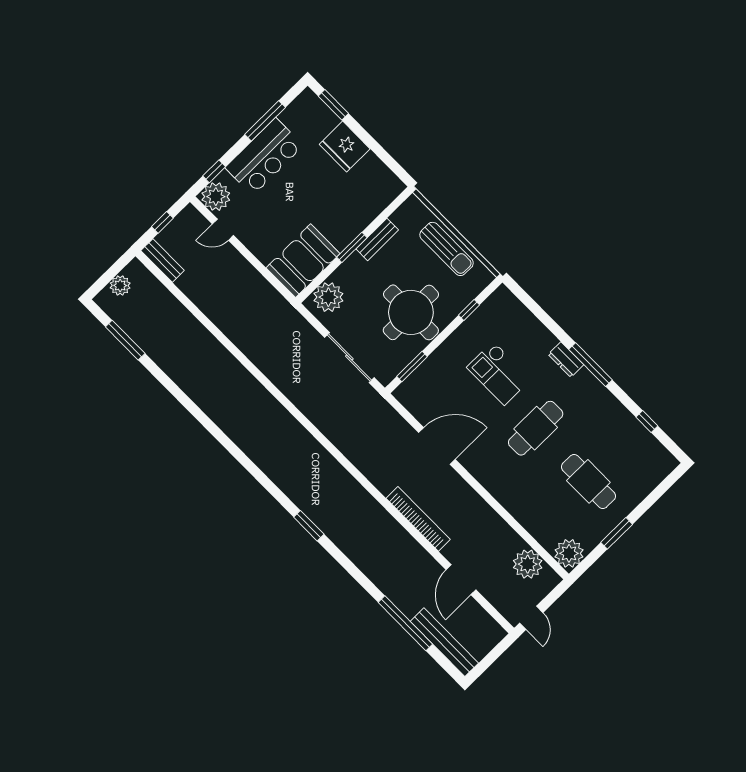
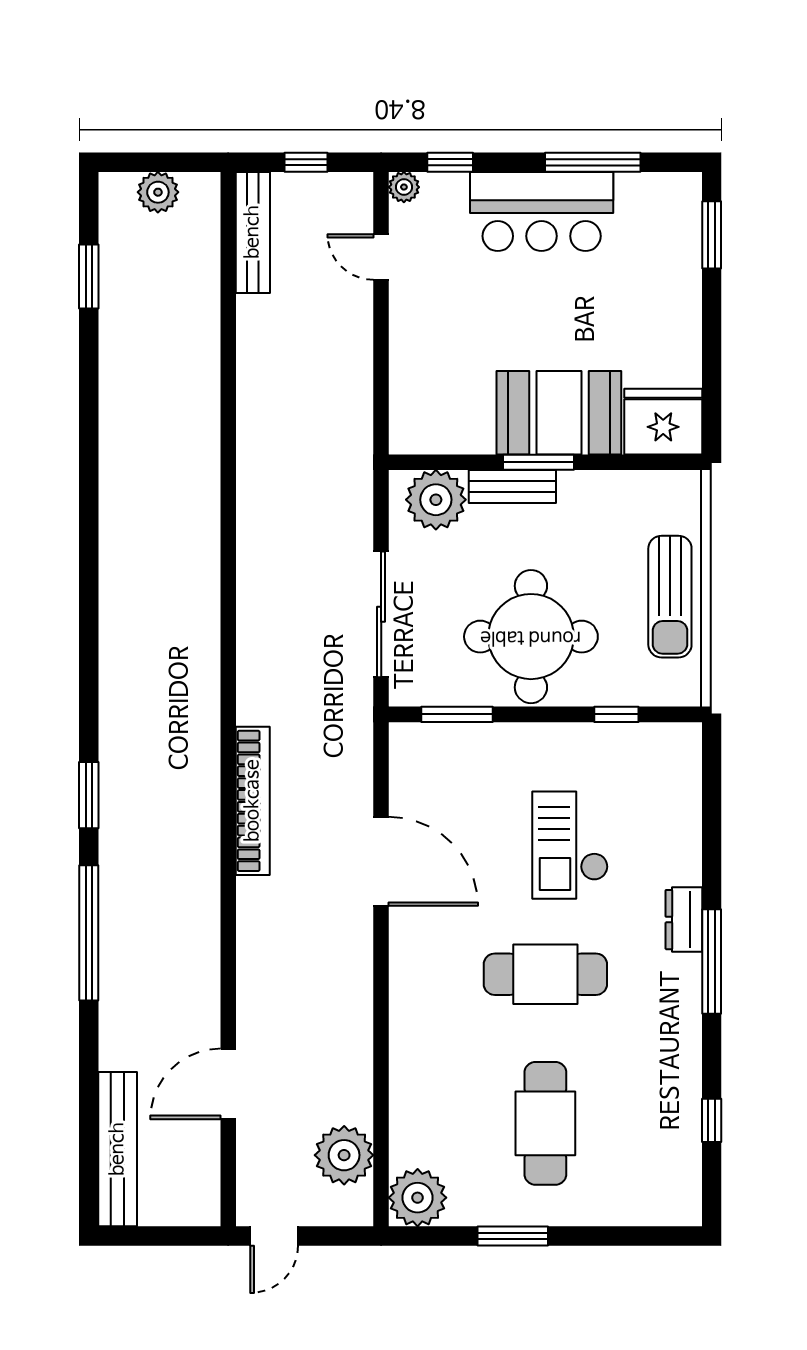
fridge: (345, 147) -> (663, 422), moved, turned 90
plant: (216, 197) -> (404, 187), width x0.53, depth x0.53
bench: (377, 239) -> (512, 486), moved
bench: (163, 261) -> (253, 232), width x1.36
booth: (303, 261) -> (559, 413), moved
window: (125, 340) -> (89, 277), width x0.69
bookcase: (418, 519) -> (253, 801), moved
window: (405, 623) -> (89, 933), moved

